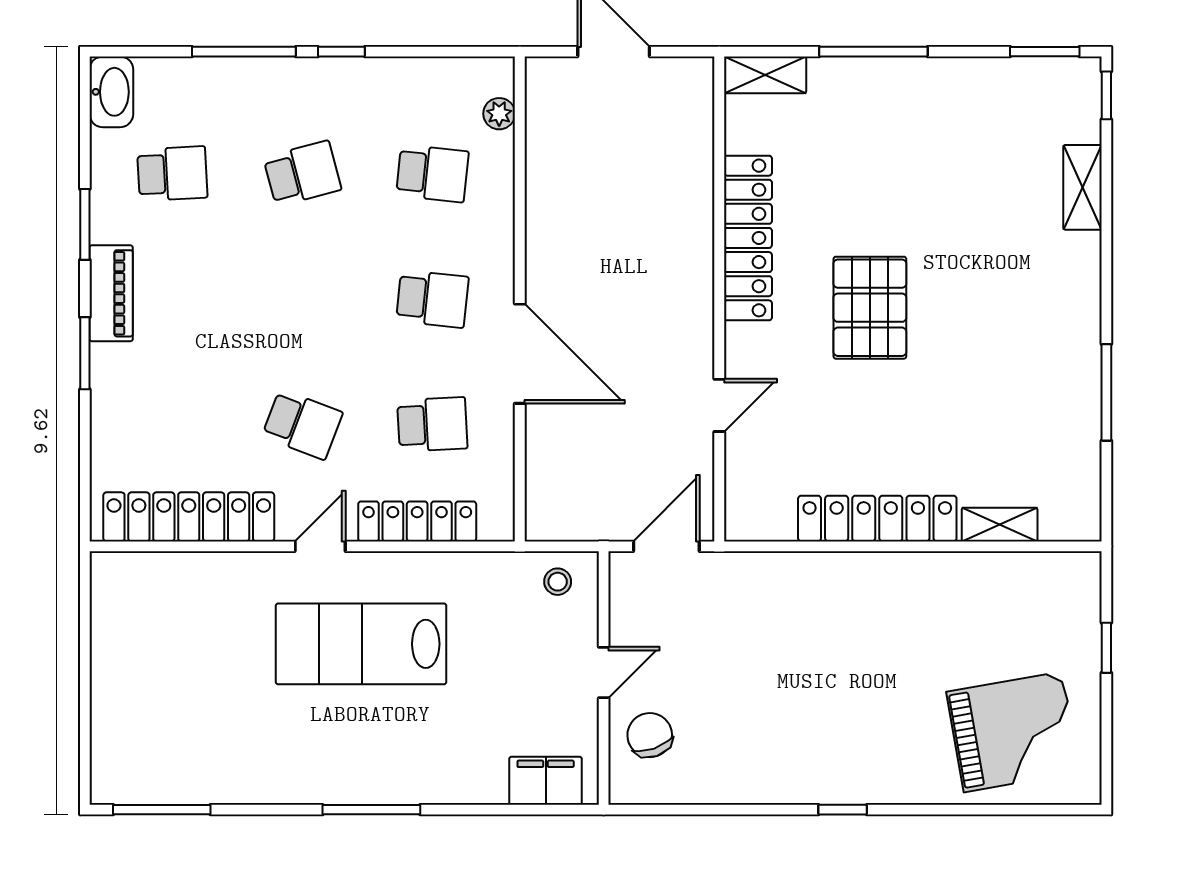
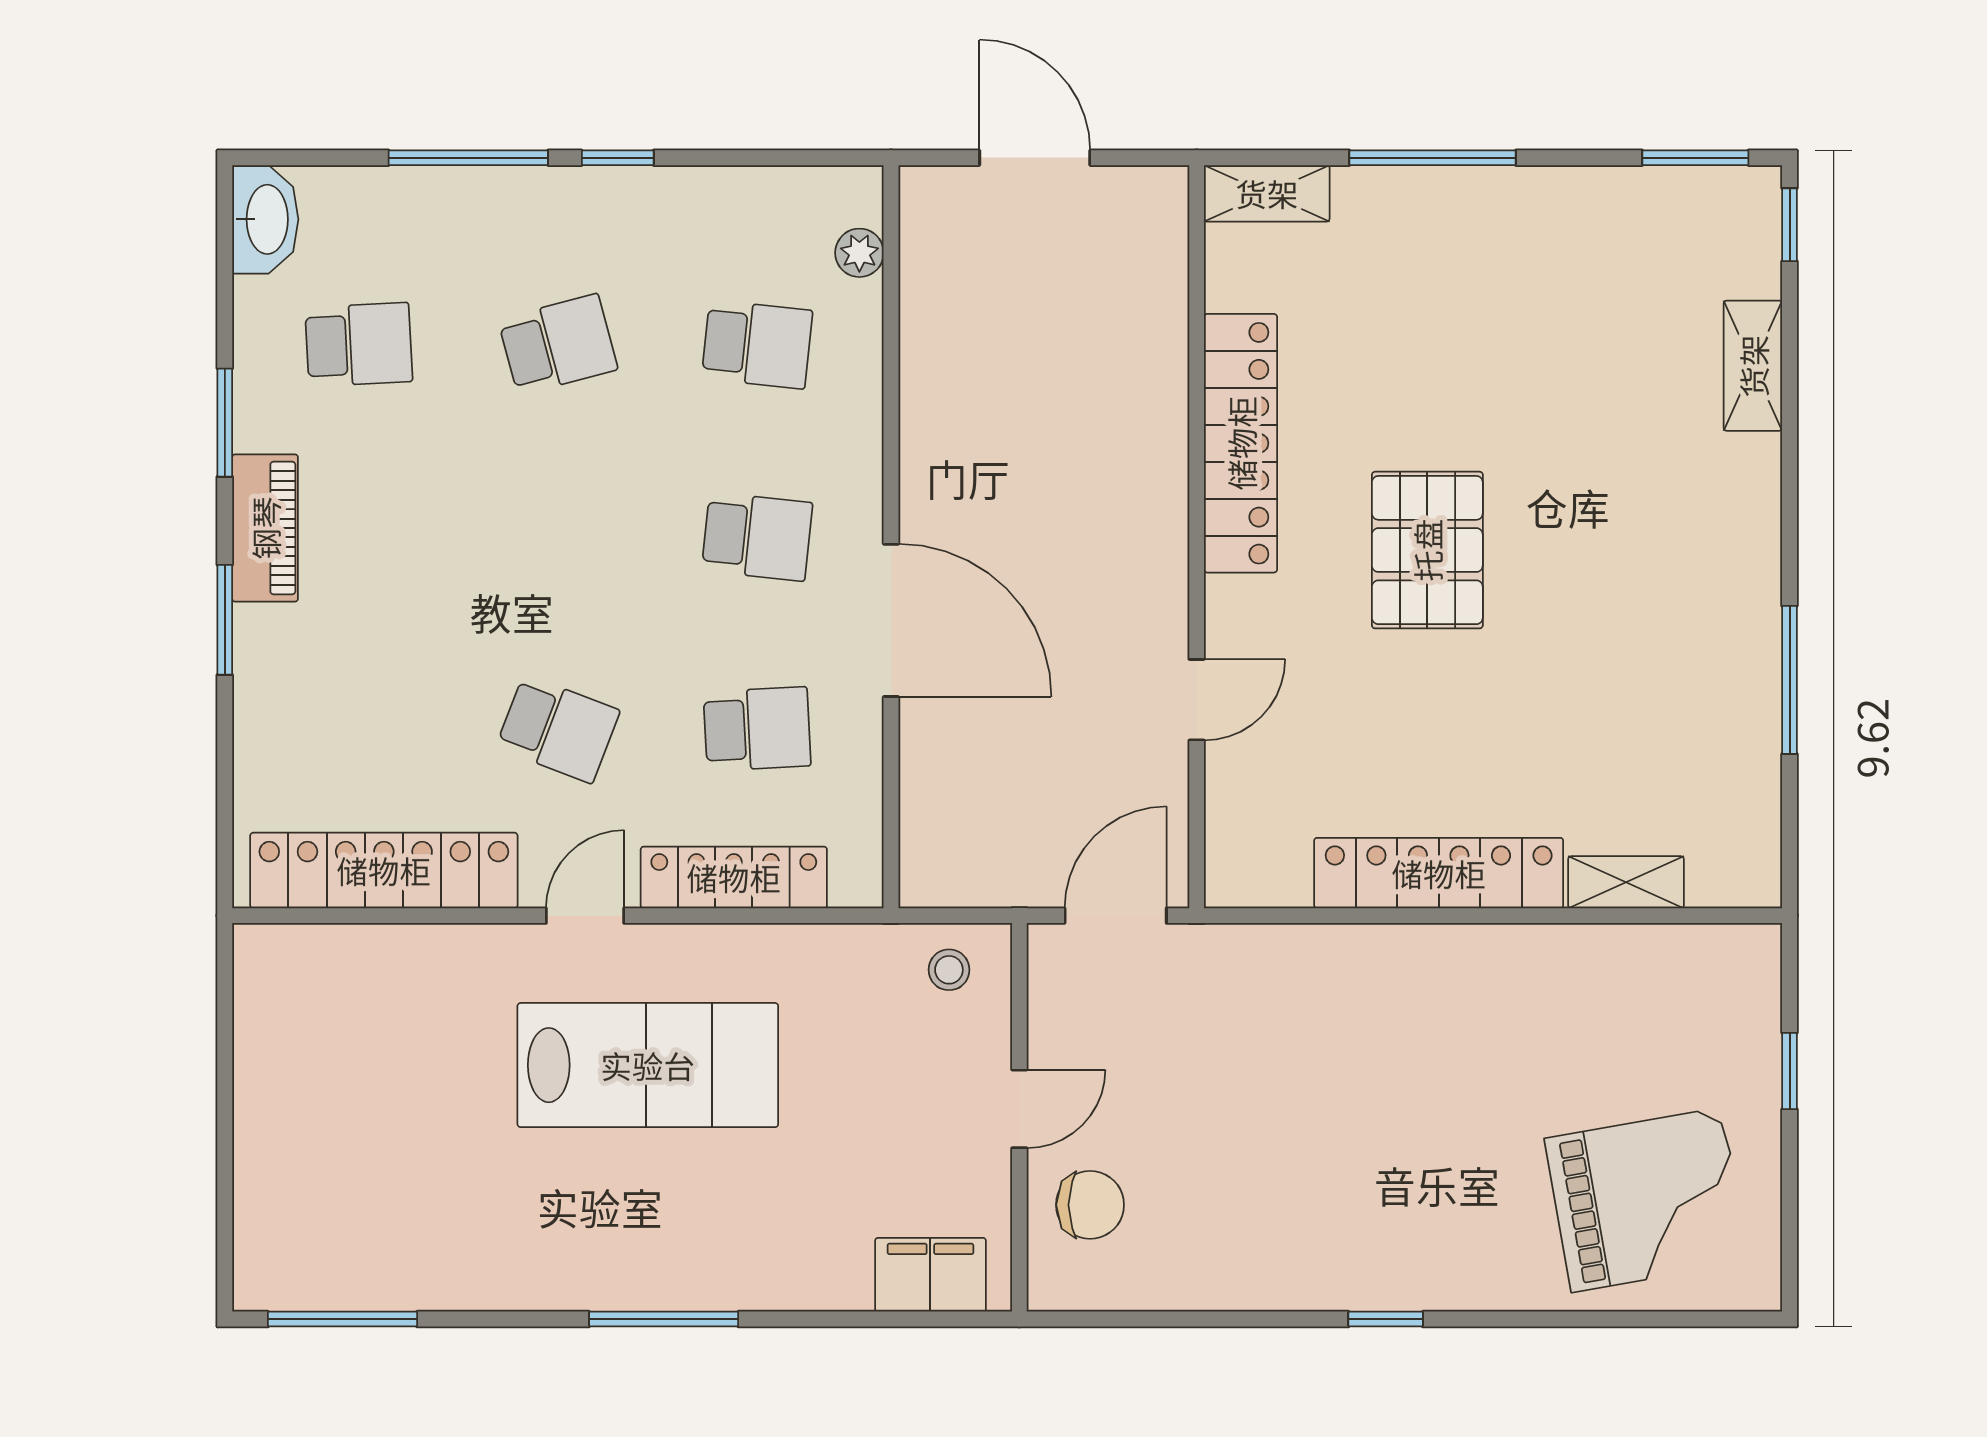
lab bench: (361, 644) -> (648, 1065), turned 180
chair: (650, 735) -> (1090, 1205), turned 109

